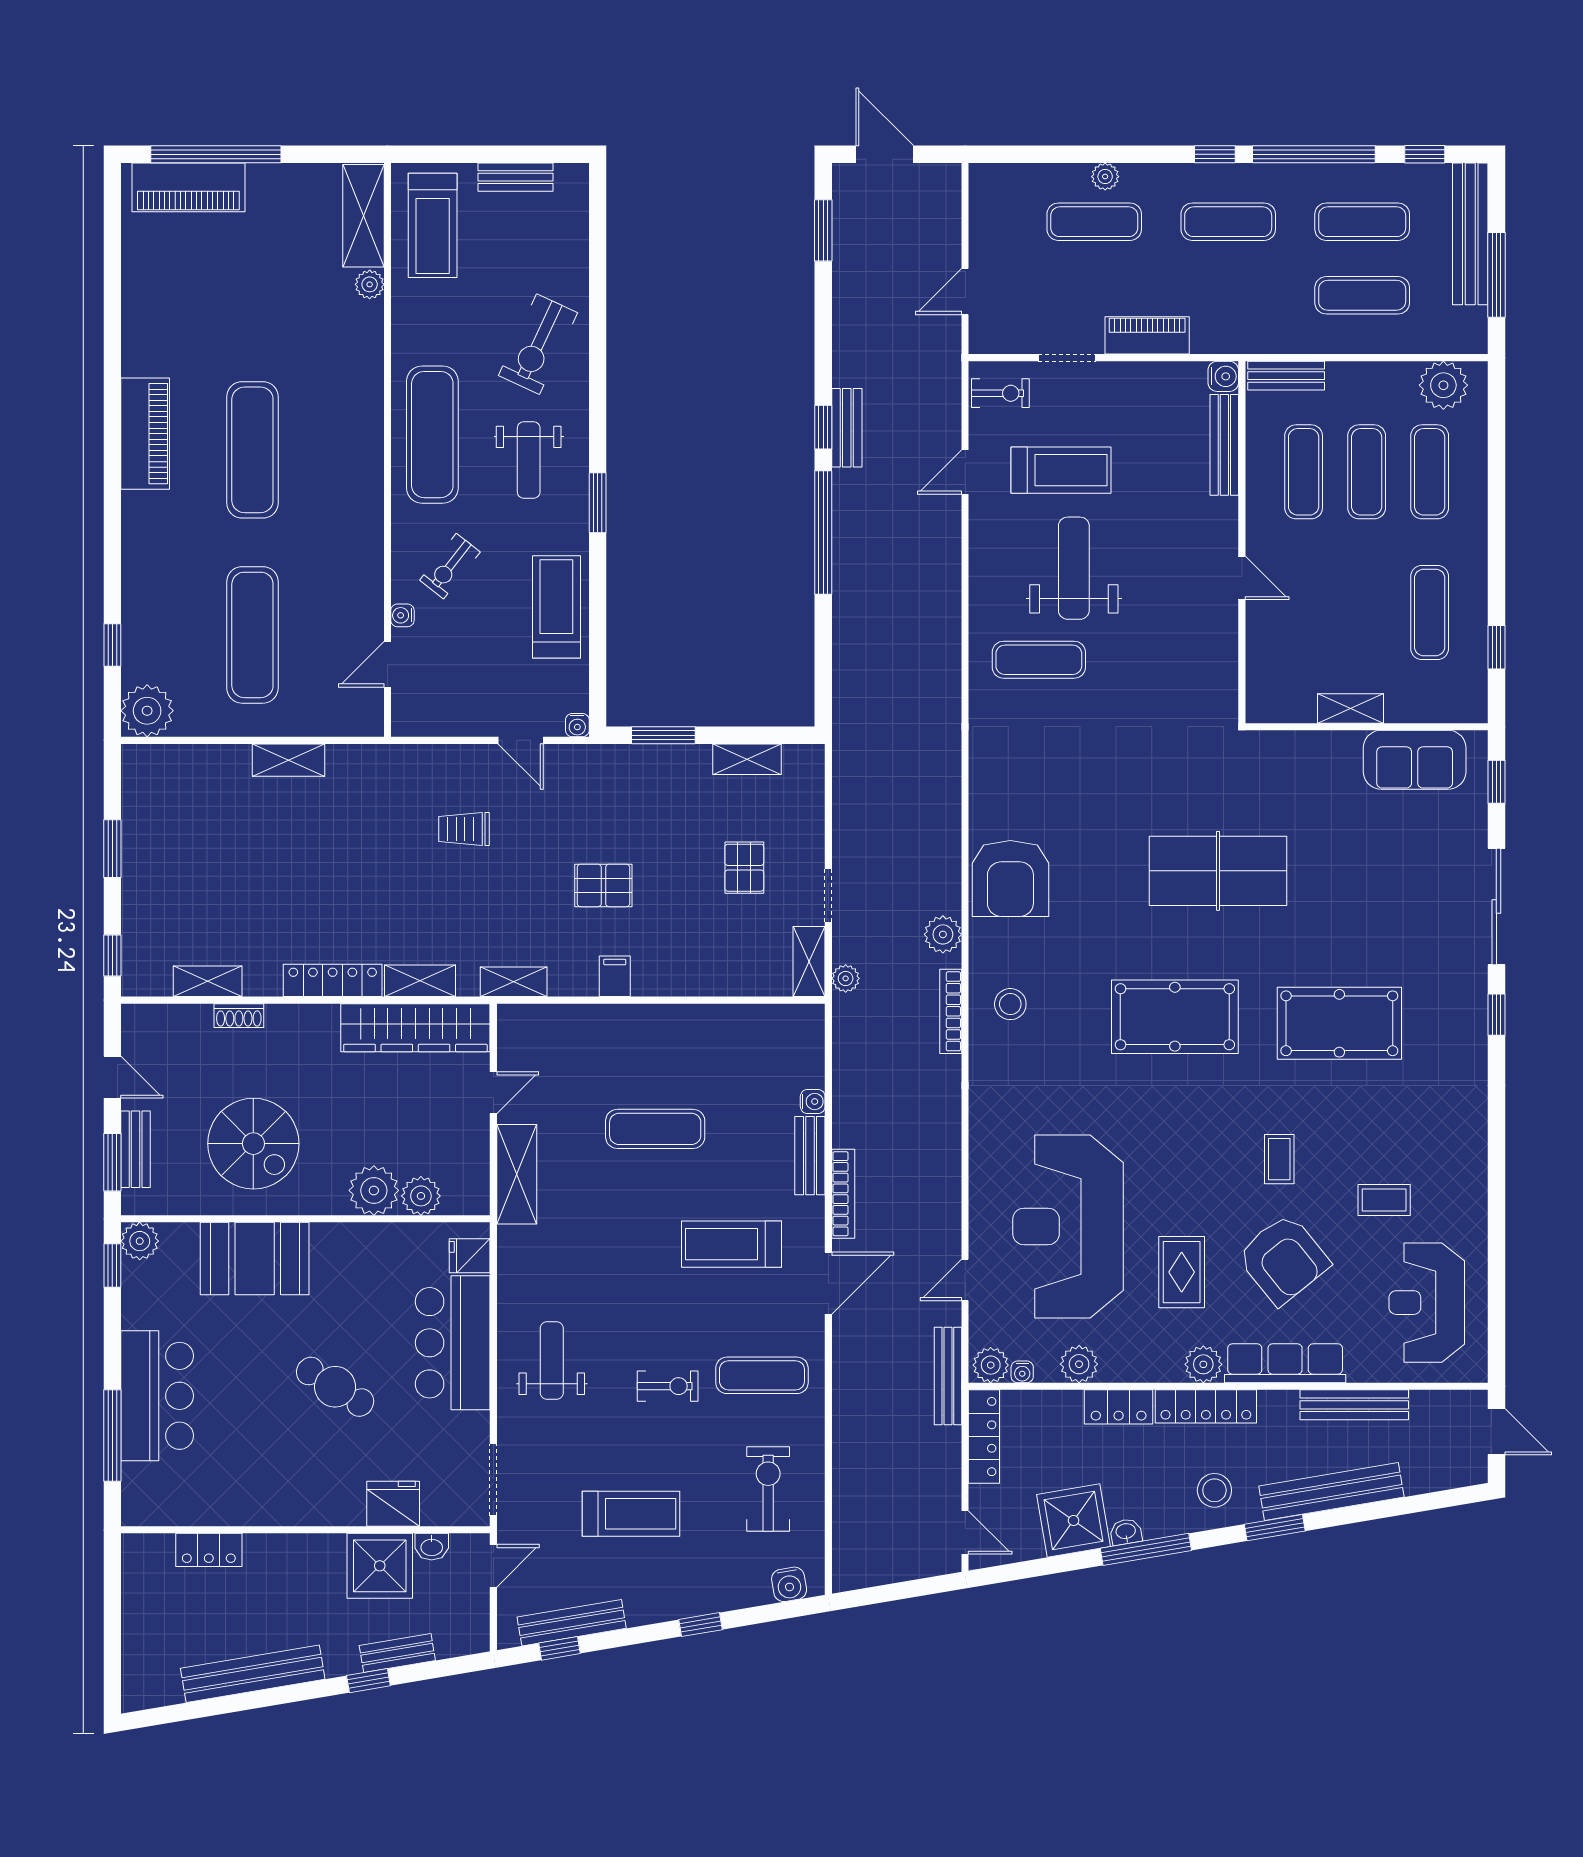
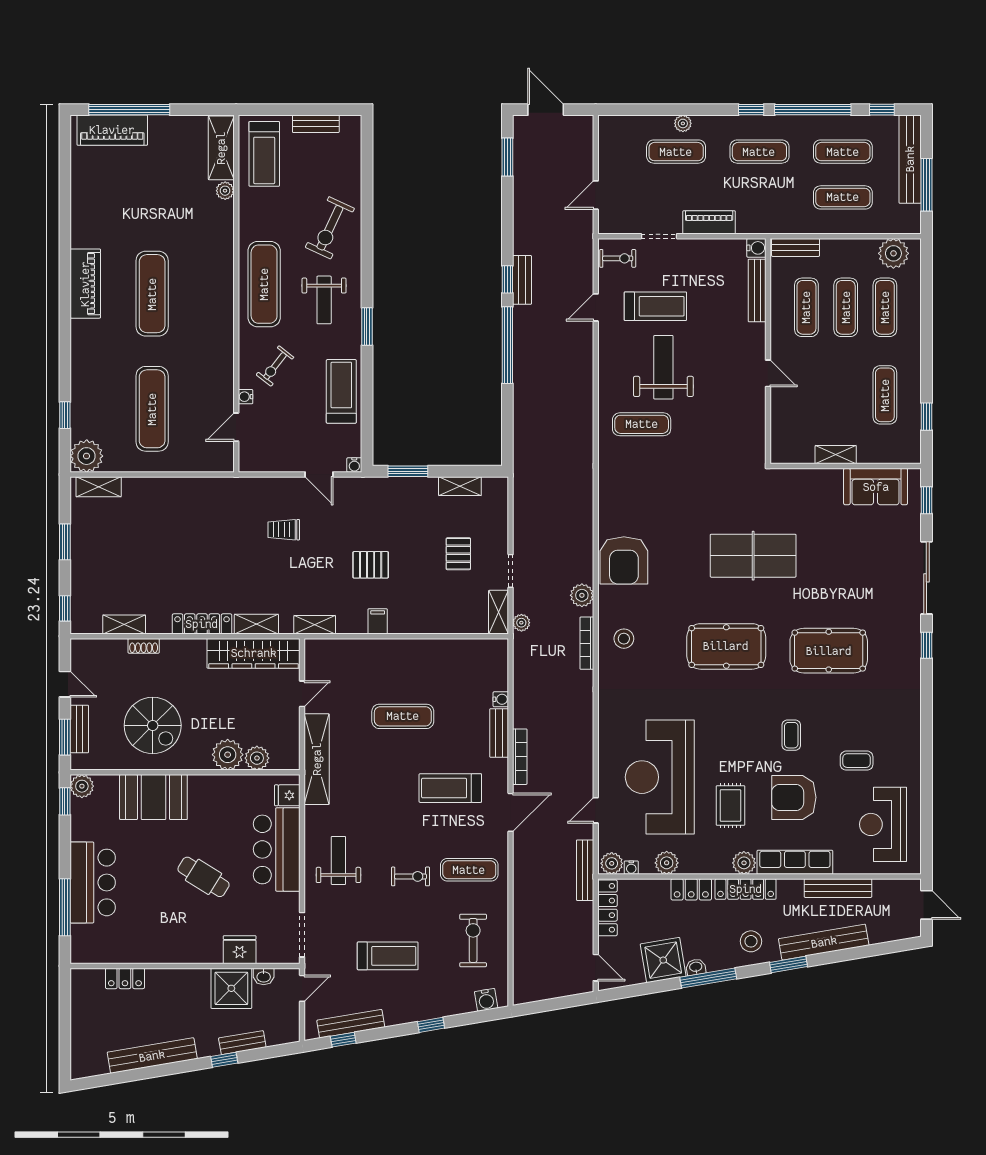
shelving: (289, 760) -> (99, 487), moved
shelving: (517, 1174) -> (317, 759), width x1.47
armchair: (1283, 1259) -> (794, 797), turned 129

